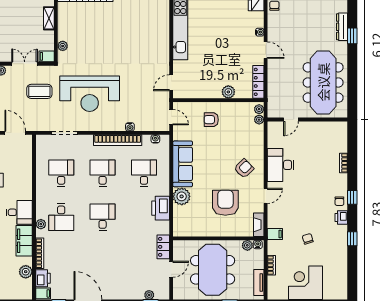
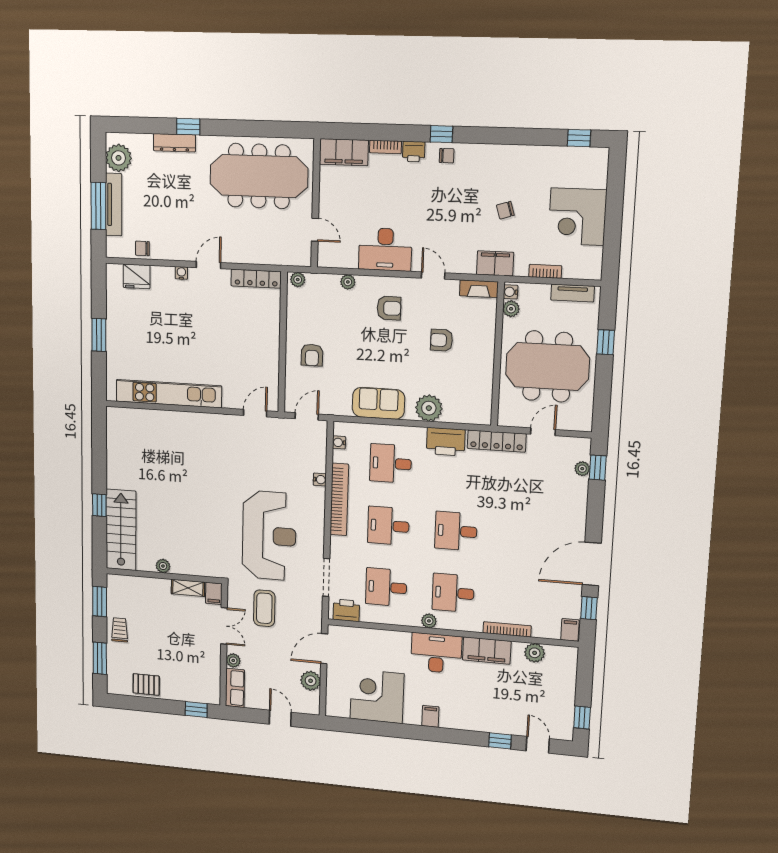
shelving: (49, 18) -> (188, 588), moved
plant: (63, 46) -> (163, 566), moved
double door: (25, 64) -> (224, 626), swing flipped
door: (171, 83) -> (255, 413), swing flipped
plant: (228, 92) -> (270, 326), removed
plant: (259, 120) -> (348, 282), moved
filing cabinet: (340, 137) -> (344, 152), added
sofa: (183, 164) -> (378, 403), width x0.73
armchair: (244, 169) -> (389, 308), turned 134
armchair: (225, 203) -> (442, 340), width x0.53, depth x0.53
desk: (19, 212) -> (436, 653), width x1.37
desk: (61, 217) -> (453, 593), turned 180
printer: (341, 218) -> (414, 152), moved
plant: (41, 224) -> (429, 621), moved
filing cabinet: (275, 234) -> (495, 263), width x2.00
window: (352, 239) -> (579, 138), moved
locker: (163, 247) -> (497, 441), width x1.53
door: (171, 269) -> (543, 432), hinge flipped
printer: (43, 278) -> (346, 610), moved

